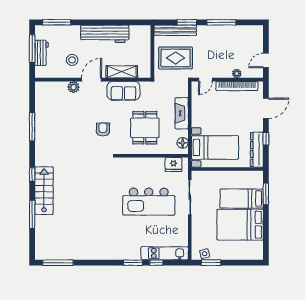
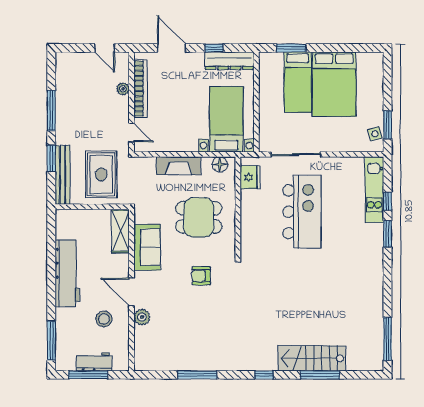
shelving: (122, 72) -> (120, 231), moved
stairs: (44, 191) -> (312, 358), moved

